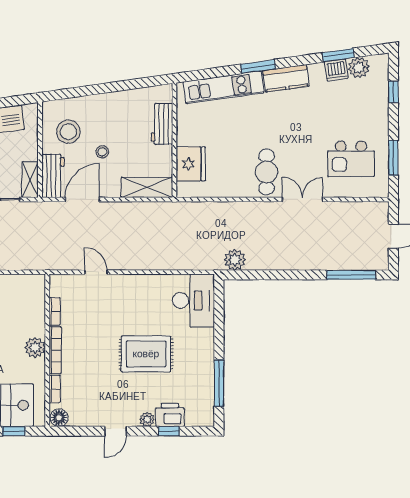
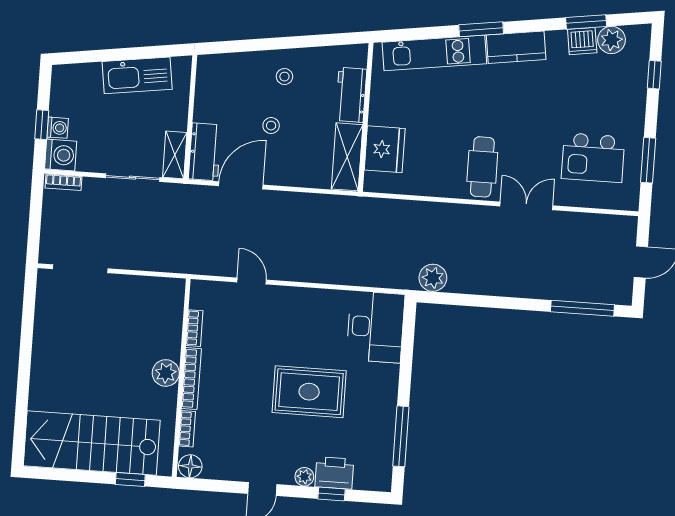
stool: (68, 132) -> (284, 77), moved, width x0.53, depth x0.53
shelving: (147, 187) -> (347, 157), moved, turned 90

